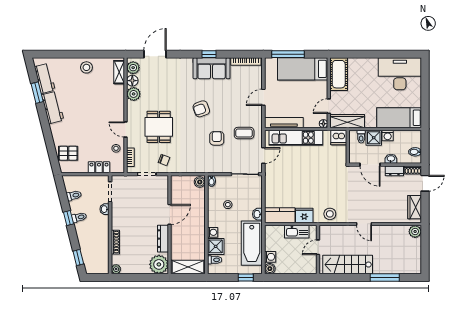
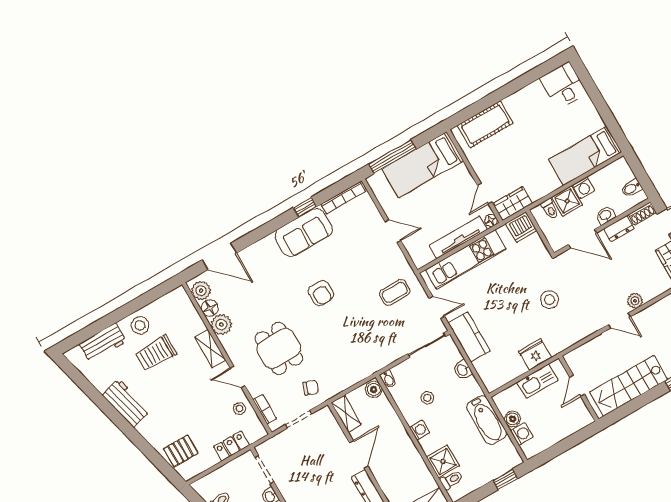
door: (155, 54) -> (219, 256), swing flipped
window: (209, 54) -> (305, 207), moved
shelving: (119, 72) -> (210, 349), moved
cot: (339, 74) -> (485, 124), moved, turned 90
desk: (400, 74) -> (563, 86), width x0.53, depth x0.77
workbench: (45, 78) -> (103, 343), moved, turned 104
trolley: (86, 89) -> (156, 353), added
window: (37, 93) -> (95, 395), removed
door: (263, 97) -> (393, 231), swing flipped
armchair: (201, 109) -> (321, 293), turned -70
wardrobe: (347, 121) -> (512, 204), width x0.67
tv unit: (284, 123) -> (458, 237), moved
armchair: (217, 138) -> (363, 320), removed
door: (263, 156) -> (437, 307), hinge flipped
shelving: (176, 187) -> (346, 414), added
washbasin: (257, 214) -> (463, 370), moved
stool: (330, 214) -> (549, 300), moved
kitchen counter: (280, 215) -> (469, 337), moved, turned 90
plant: (380, 218) -> (635, 301), added
washing machine: (213, 232) -> (419, 430), moved
bathtub: (252, 243) -> (487, 420), width x0.73, depth x0.73
boiler: (270, 269) -> (512, 419), moved

